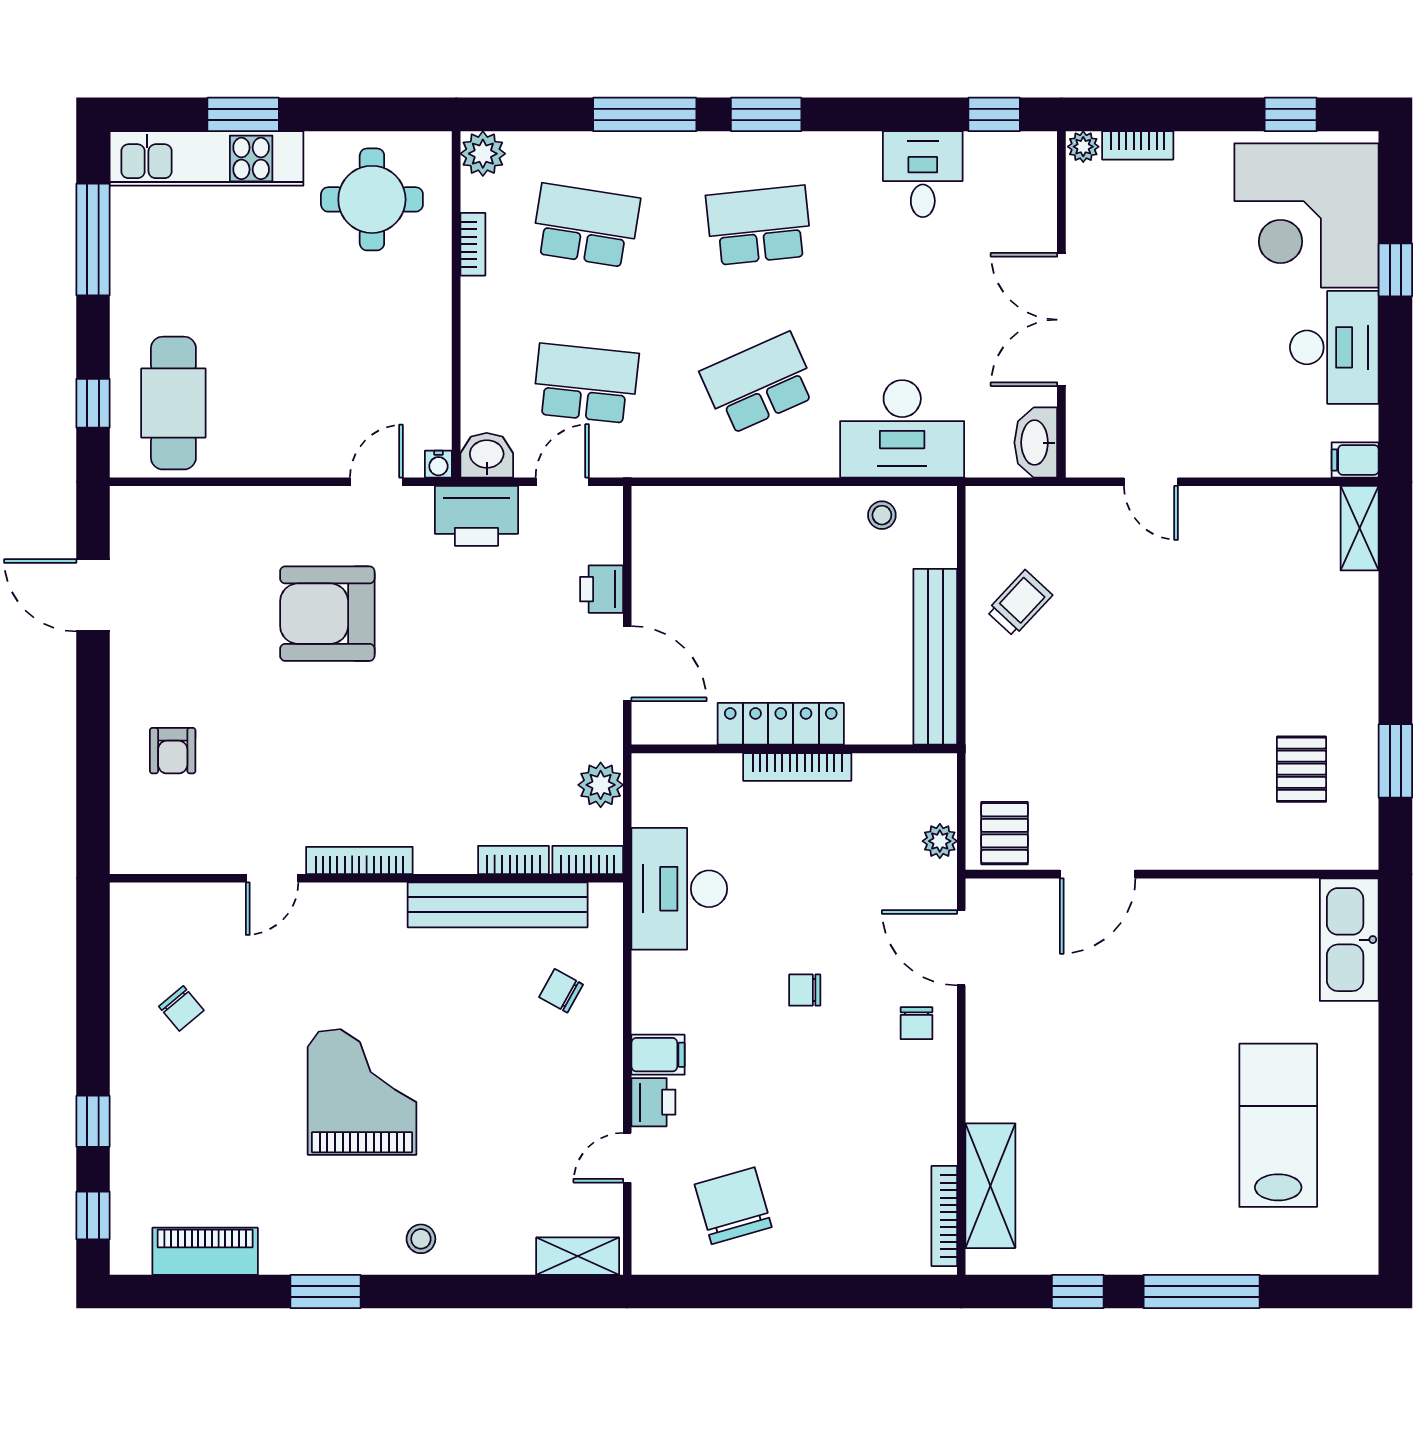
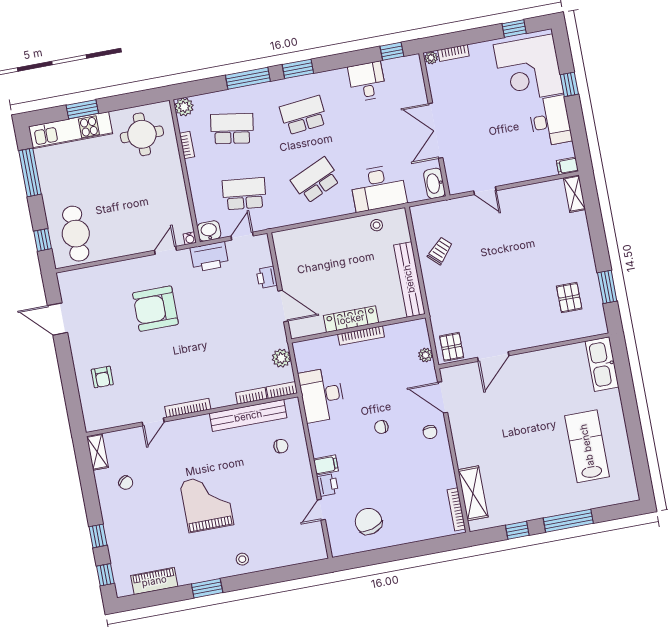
chair: (561, 991) -> (281, 446), turned 151
shelving: (578, 1256) -> (97, 452), moved, turned 90

